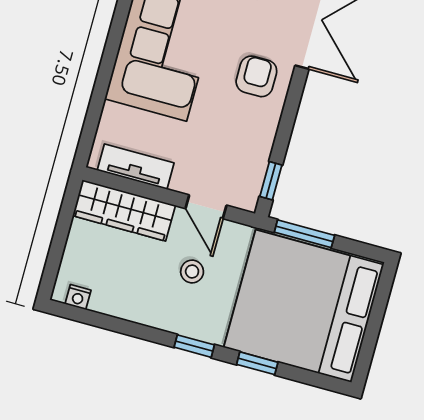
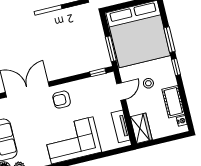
wardrobe: (124, 210) -> (141, 128), width x0.67
cot: (127, 301) -> (173, 102), added
window: (257, 363) -> (169, 40), width x1.50

